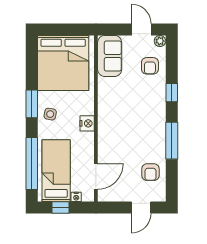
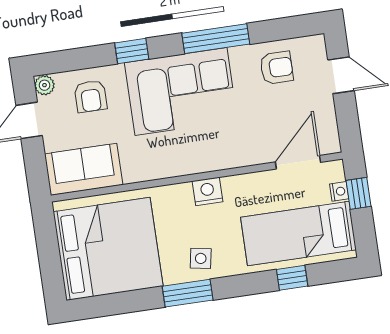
armchair: (150, 66) -> (91, 96), turned 90
corner sofa: (145, 117) -> (181, 91), added
window: (32, 164) -> (292, 278), width x0.32
door: (96, 176) -> (298, 162), hinge flipped
window: (60, 208) -> (358, 193), moved

